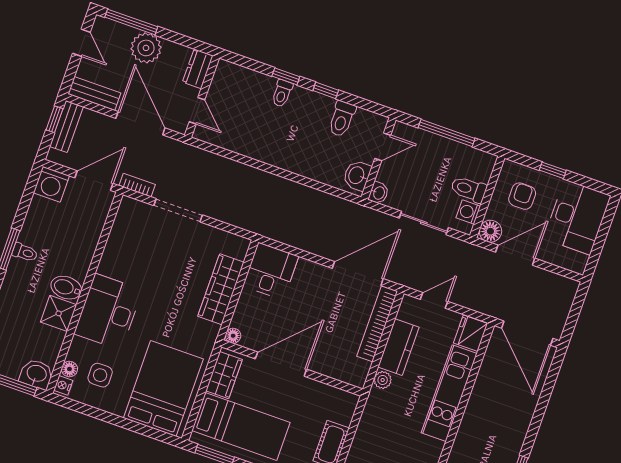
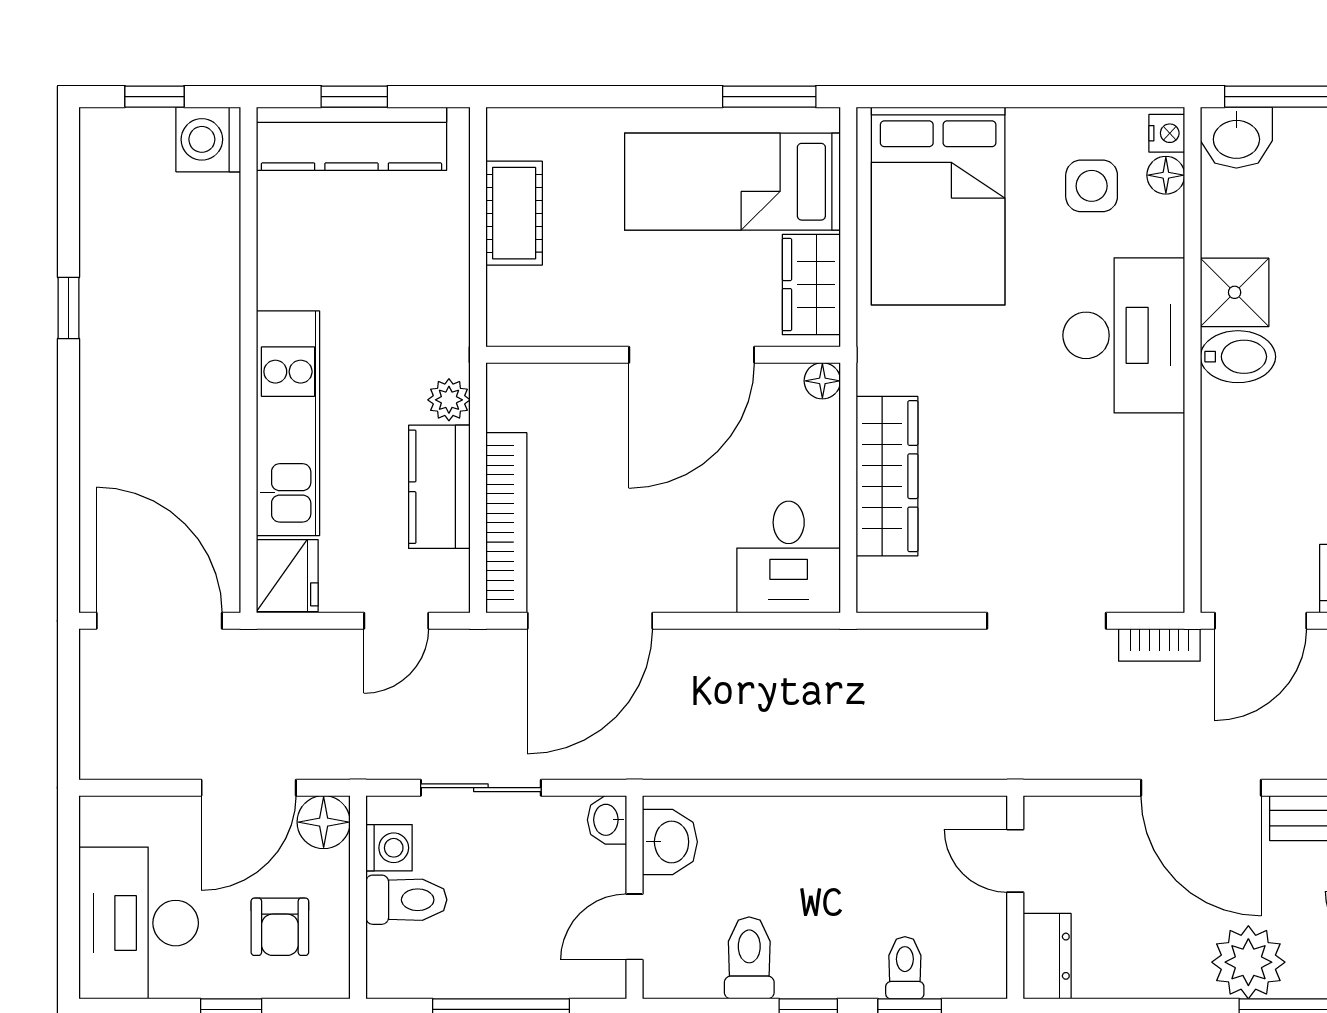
dresser: (198, 69) -> (1047, 956), moved
wall: (202, 96) -> (1015, 897), moved
door: (197, 111) -> (1015, 861), moved

